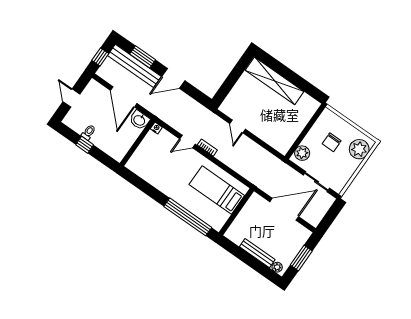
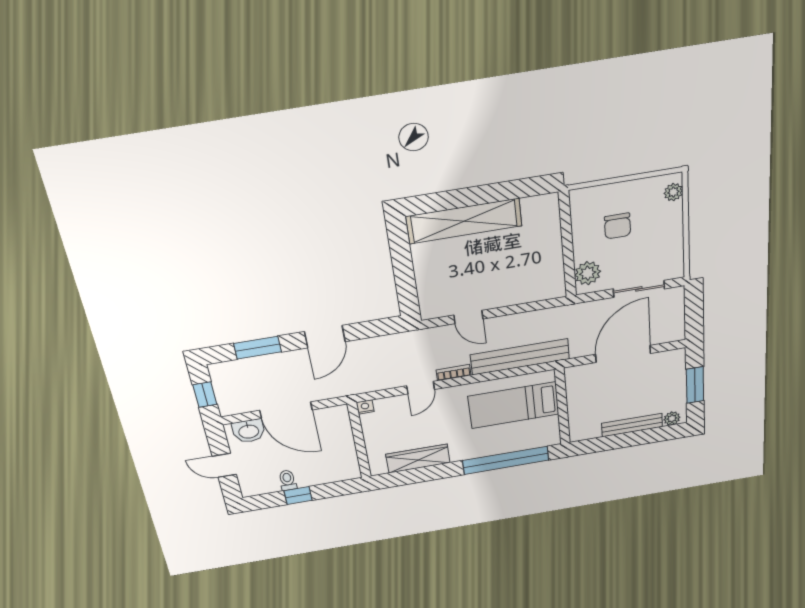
bench: (134, 66) -> (520, 357), moved
washbasin: (139, 120) -> (249, 431), moved
plant: (359, 149) -> (673, 192), width x0.53, depth x0.53
wardrobe: (152, 177) -> (418, 459), added

